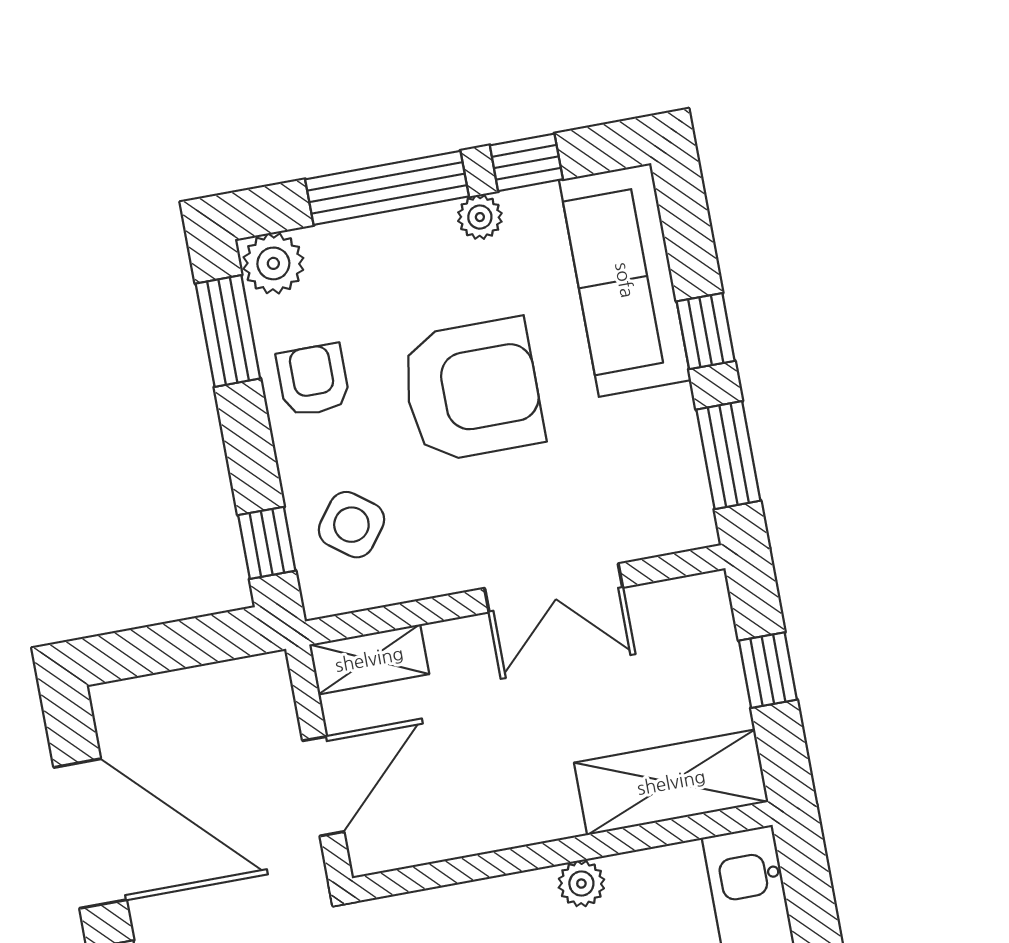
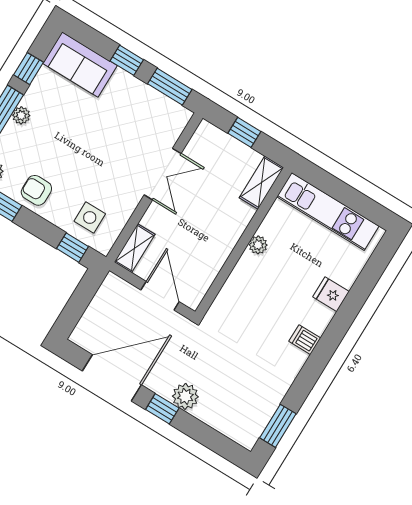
plant: (480, 217) -> (21, 115), moved
sofa: (625, 280) -> (80, 65), width x0.73
armchair: (472, 390) -> (82, 146), removed
side table: (351, 525) -> (90, 217), turned -37
shelving: (671, 782) -> (262, 183), width x0.67, depth x0.75

